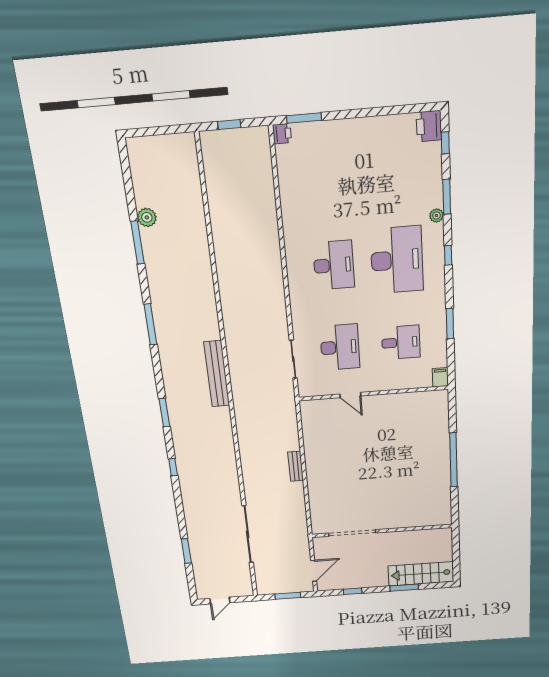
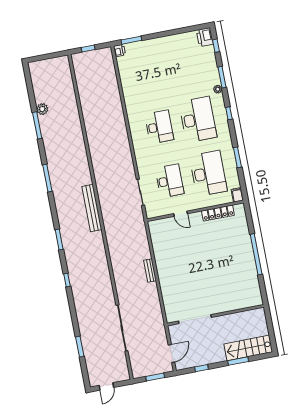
desk: (401, 342) -> (208, 173), width x1.87, depth x1.30
locker: (407, 400) -> (218, 213), added

